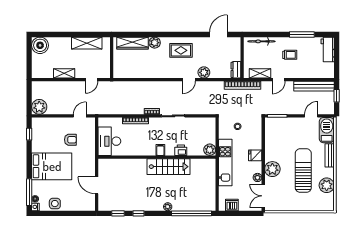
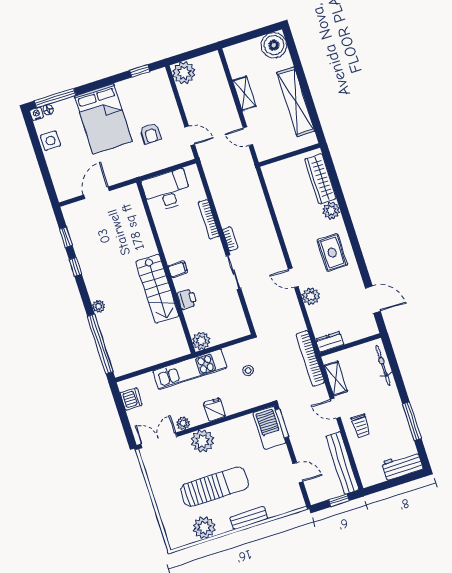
shelving: (87, 43) -> (296, 102), width x1.47
trolley: (290, 55) -> (361, 426), moved
barbecue: (327, 130) -> (269, 428), moved, turned -90

